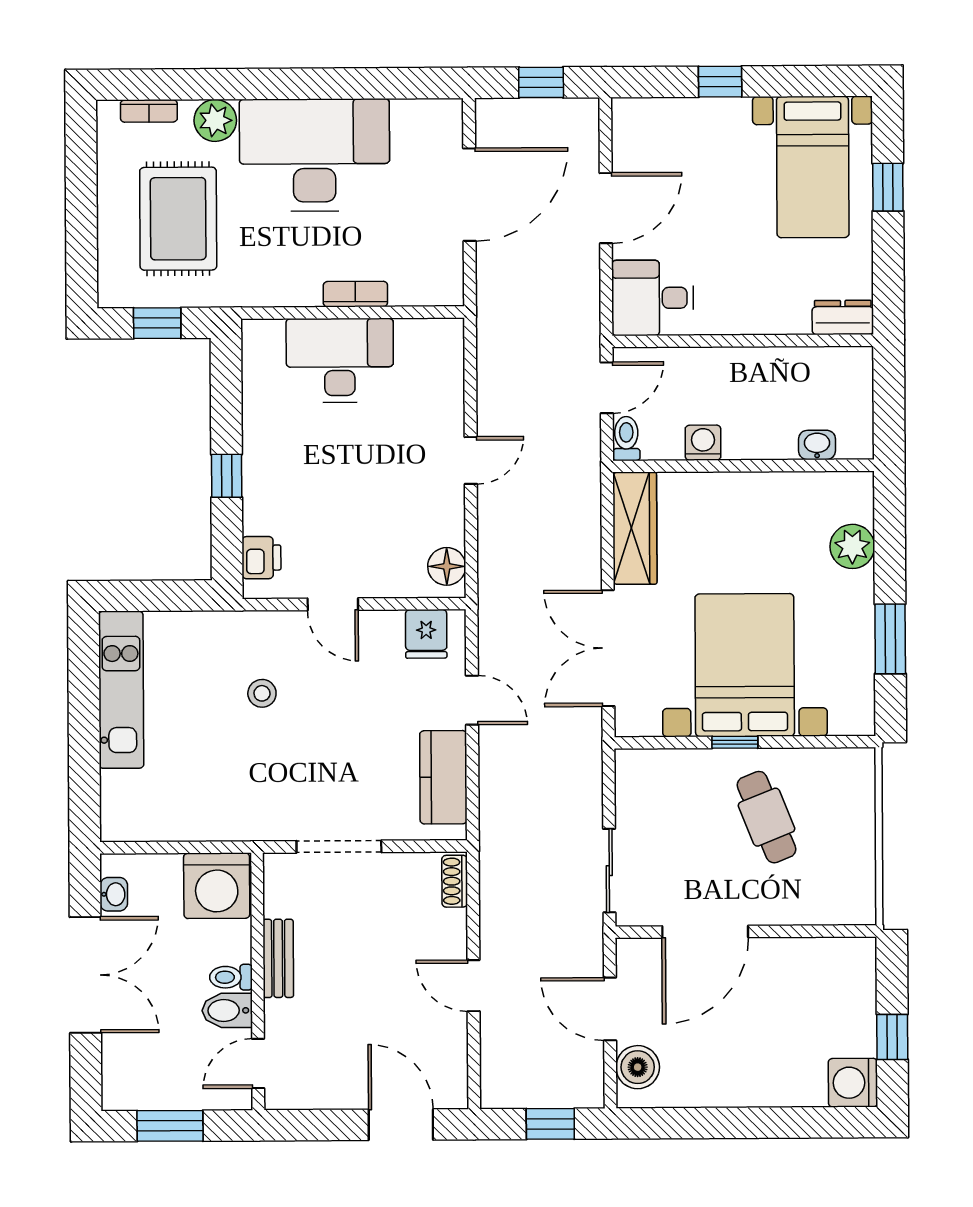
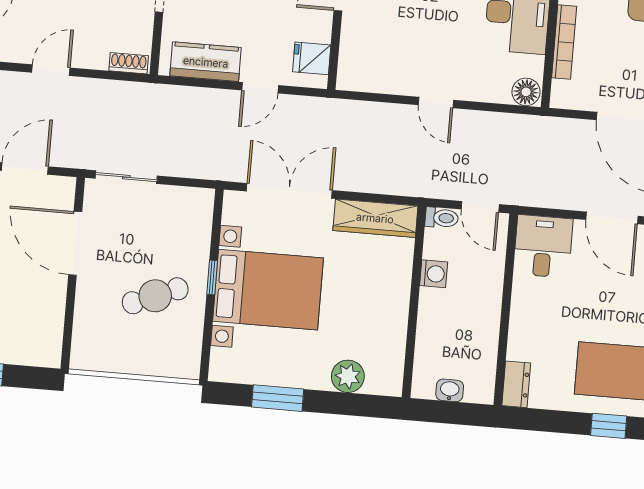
bookcase: (355, 294) -> (564, 42), width x1.56
washbasin: (817, 445) -> (450, 390), moved, turned -90
floor lamp: (447, 566) -> (526, 92), moved

